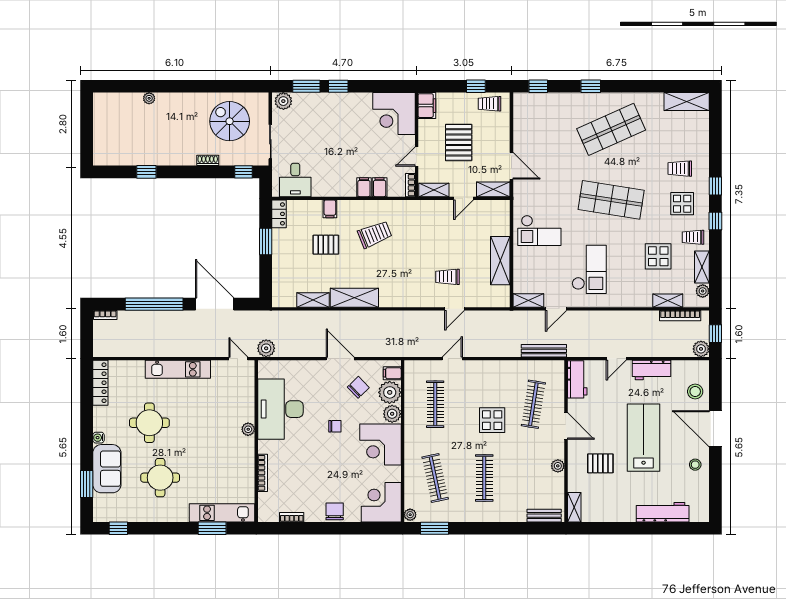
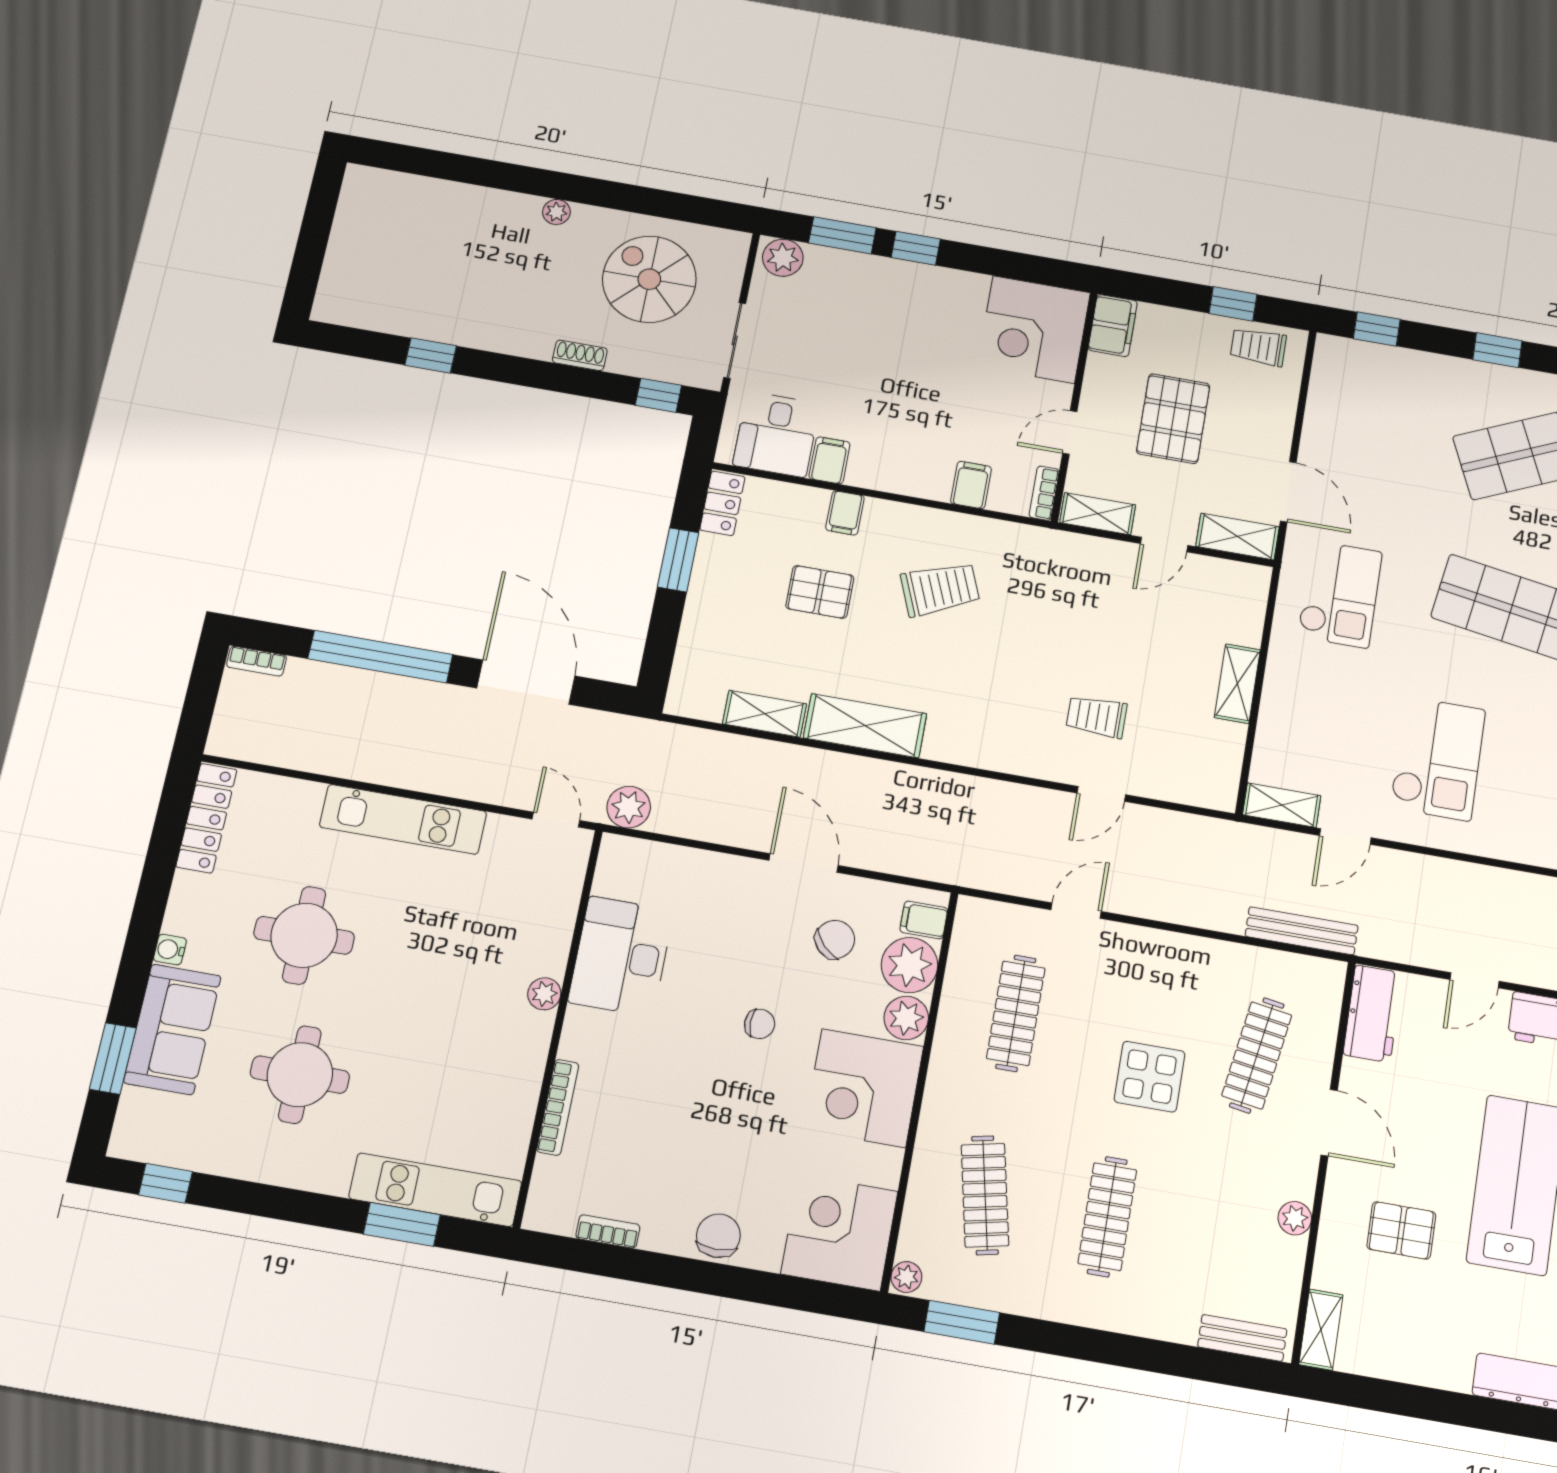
plant: (149, 98) -> (556, 212), moved
filing cabinet: (364, 187) -> (830, 460), moved
checkout: (539, 230) -> (1340, 594), moved, turned -90
shelving: (500, 261) -> (1237, 684), width x0.67, depth x0.75
desk: (280, 409) -> (621, 956), width x0.73, depth x0.77

